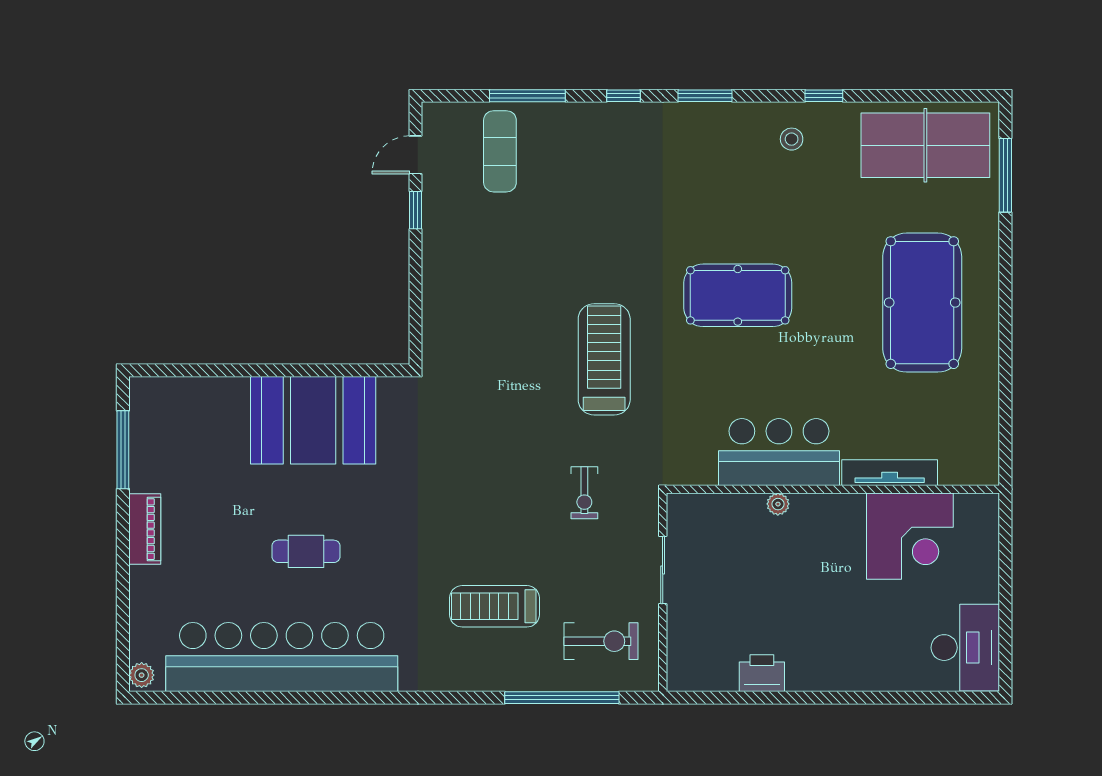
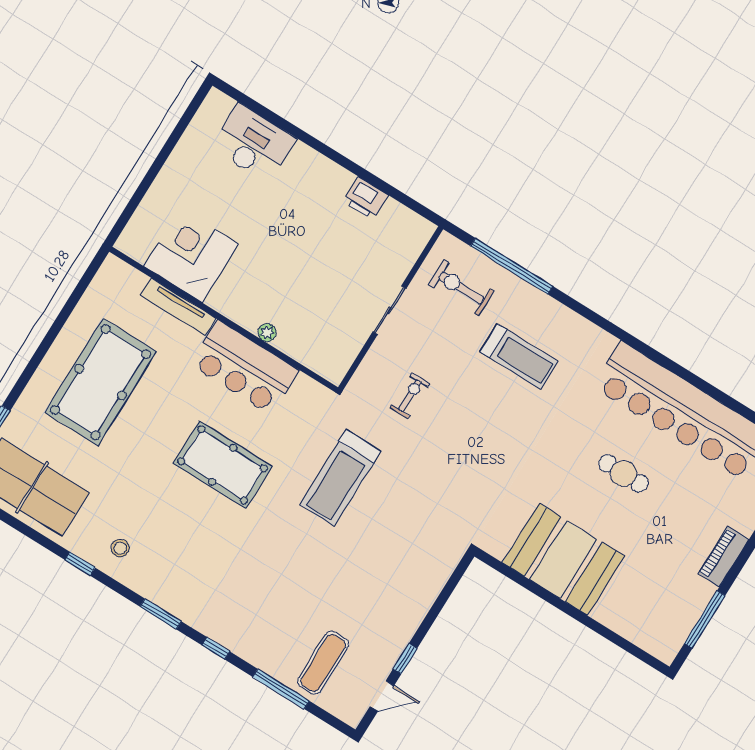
bar counter: (779, 452) -> (244, 367), moved
tv unit: (890, 473) -> (178, 307), moved
wall: (833, 489) -> (224, 319), moved
plant: (778, 504) -> (267, 333), moved
corner desk: (910, 536) -> (191, 255), moved
desk: (965, 648) -> (253, 143), moved, turned 90

